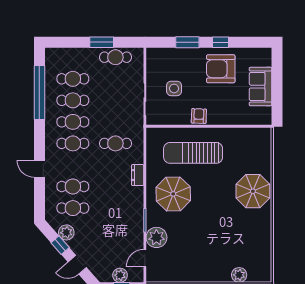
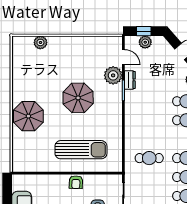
dresser: (138, 175) -> (130, 80), moved
parasol: (173, 194) -> (78, 98), moved
door: (145, 258) -> (123, 57), hinge flipped

